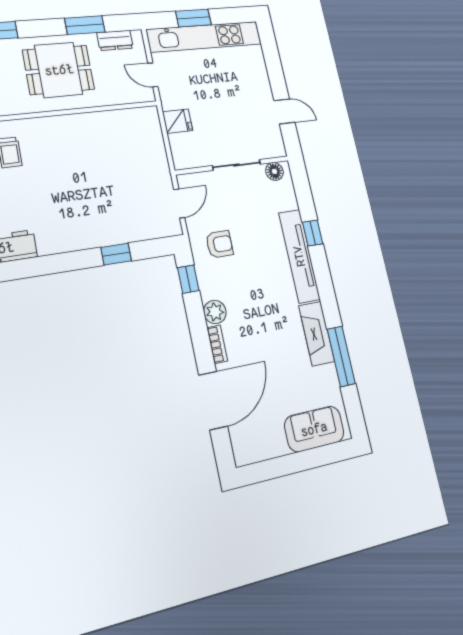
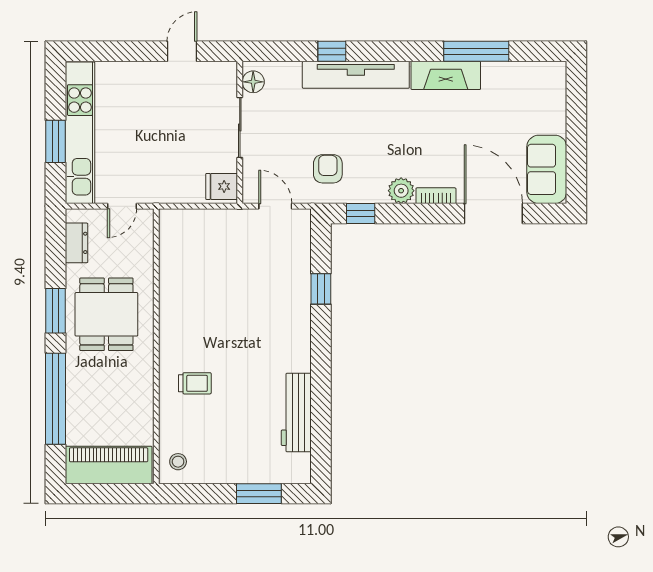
window: (85, 25) -> (55, 311), moved
fridge: (178, 121) -> (222, 186), moved, turned -90
sofa: (314, 429) -> (547, 169), moved

